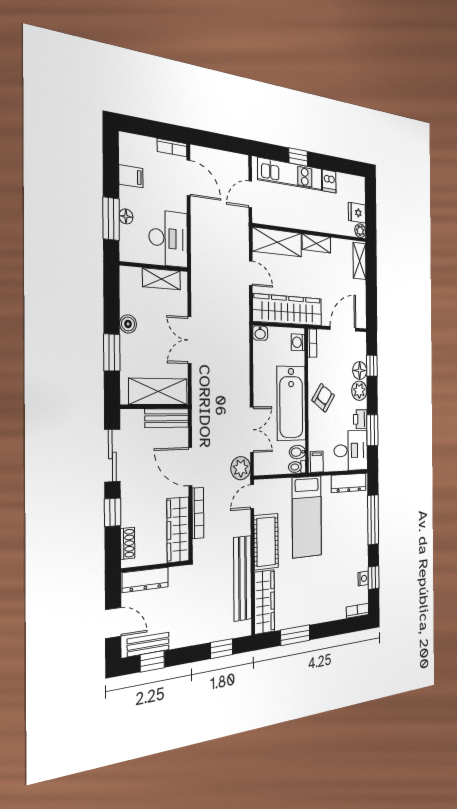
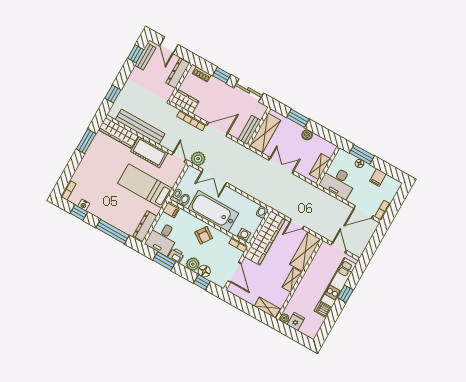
wardrobe: (178, 530) -> (185, 101), width x0.67
door: (113, 623) -> (169, 45), hinge flipped

